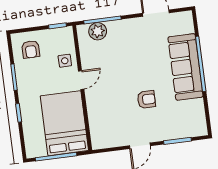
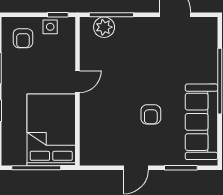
side table: (65, 61) -> (50, 27), moved
sofa: (185, 67) -> (201, 122), moved
armchair: (146, 99) -> (151, 114), turned 90

